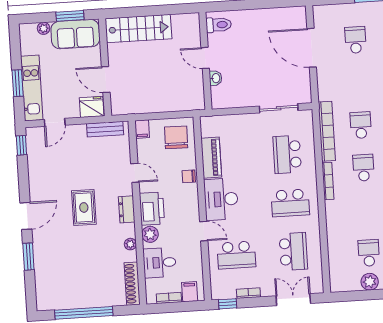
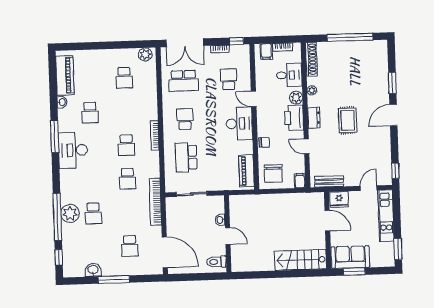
toilet: (219, 25) -> (216, 262), moved
plant: (44, 28) -> (375, 262), removed
door: (312, 48) -> (165, 252), moved
door: (205, 58) -> (228, 236), moved
wall: (205, 61) -> (228, 234), moved
washbasin: (216, 78) -> (220, 220), moved
window: (18, 83) -> (398, 249), moved
bookcase: (327, 131) -> (155, 202), moved
school desk: (287, 154) -> (186, 157), turned 180
piano: (211, 158) -> (247, 171), moved
school desk: (290, 203) -> (185, 119), width x0.54
school desk: (293, 251) -> (184, 81), turned -90
school desk: (236, 255) -> (229, 79), width x0.54
plant: (370, 282) -> (145, 54), moved
double door: (293, 300) -> (185, 43), width x1.37

